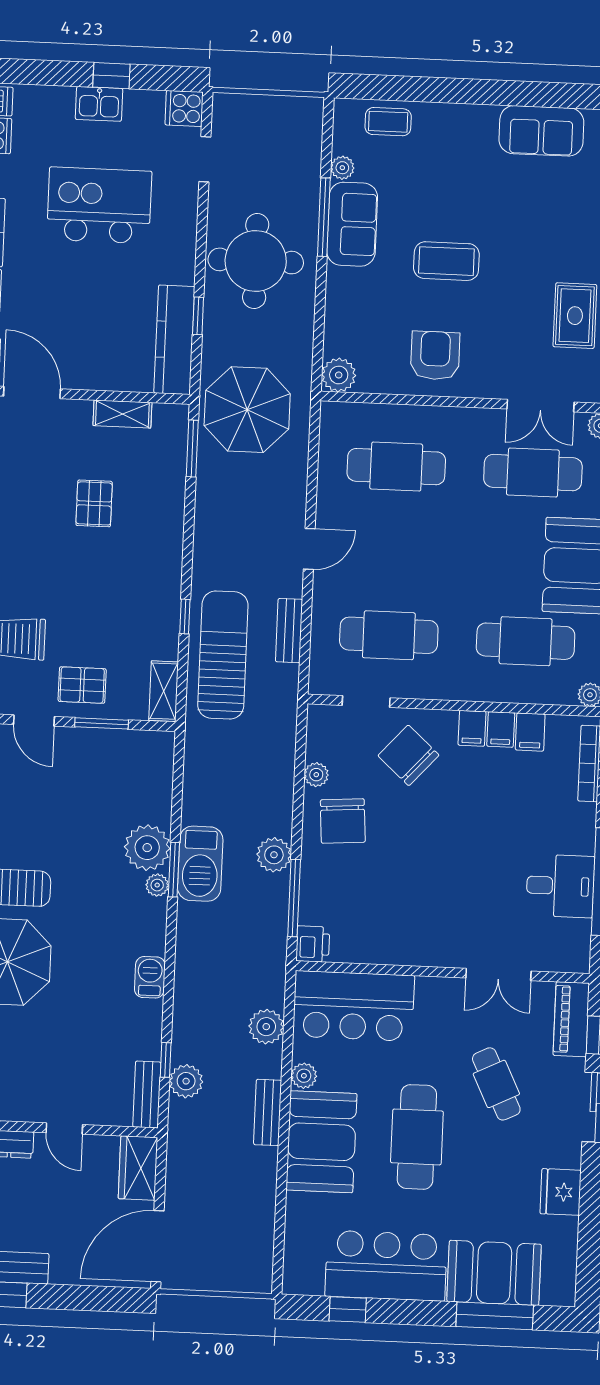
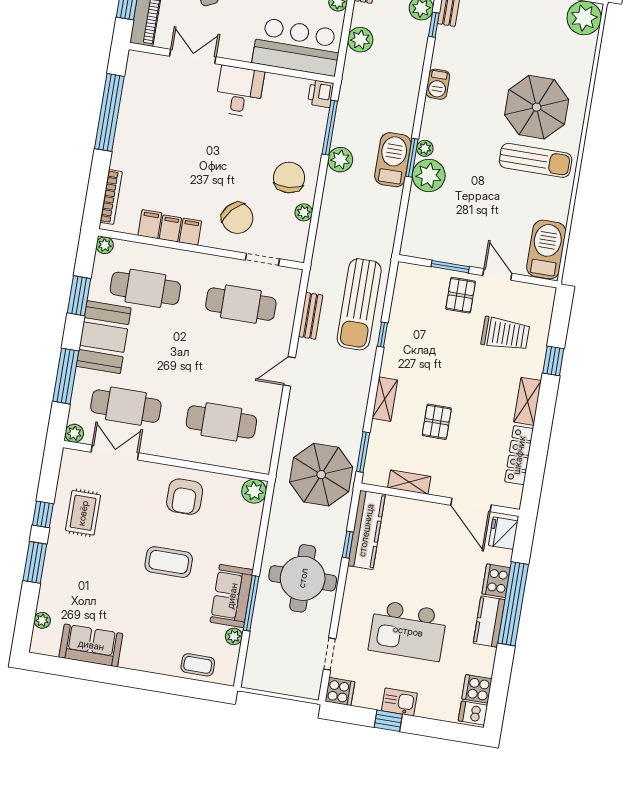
pallet: (82, 685) -> (461, 295), turned 90
shelving: (164, 691) -> (385, 399), moved
desk: (560, 886) -> (239, 91), moved, turned 90

